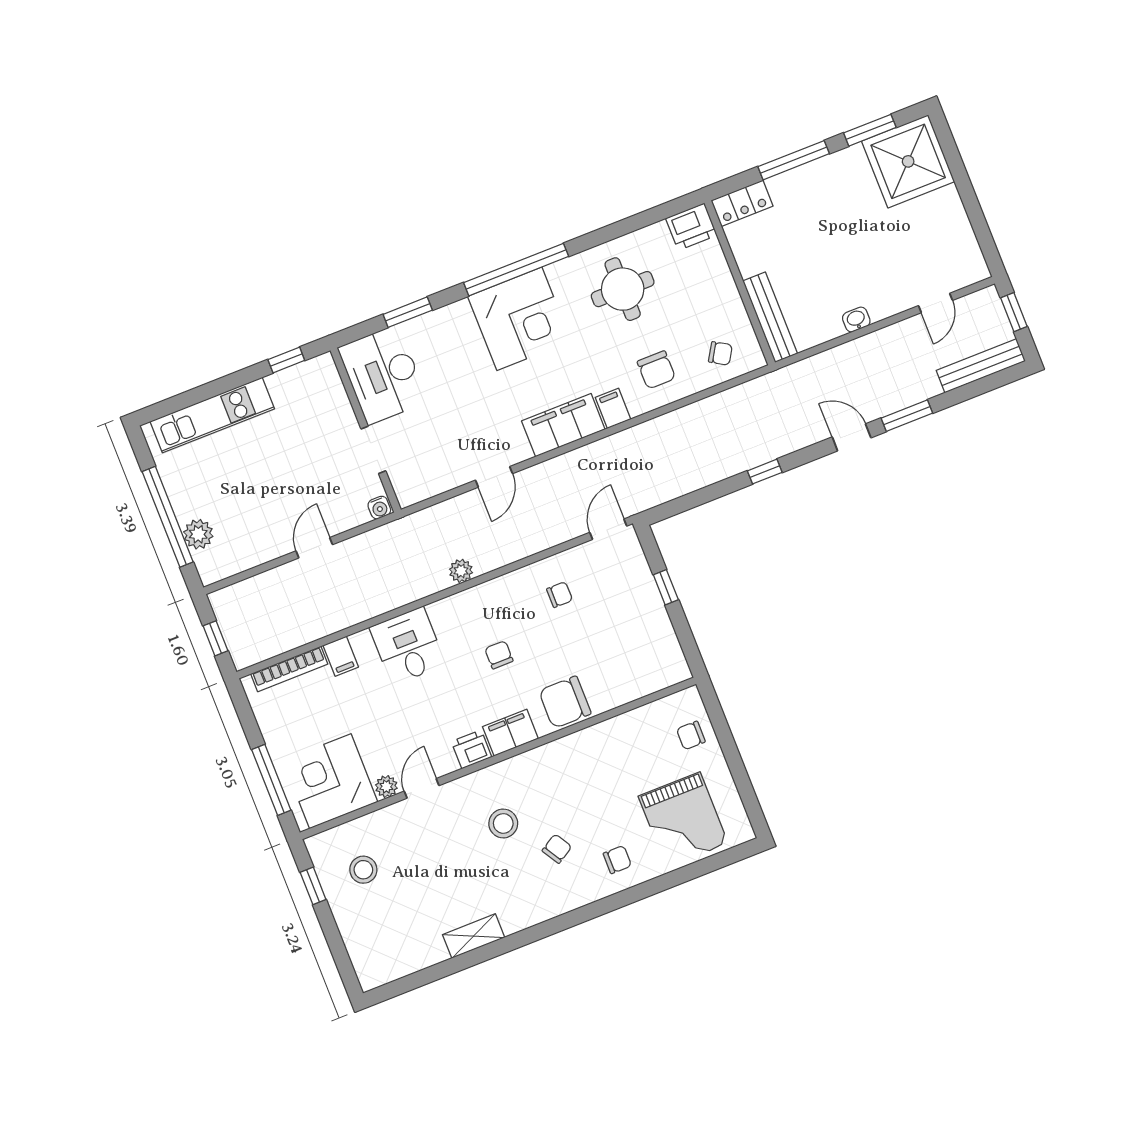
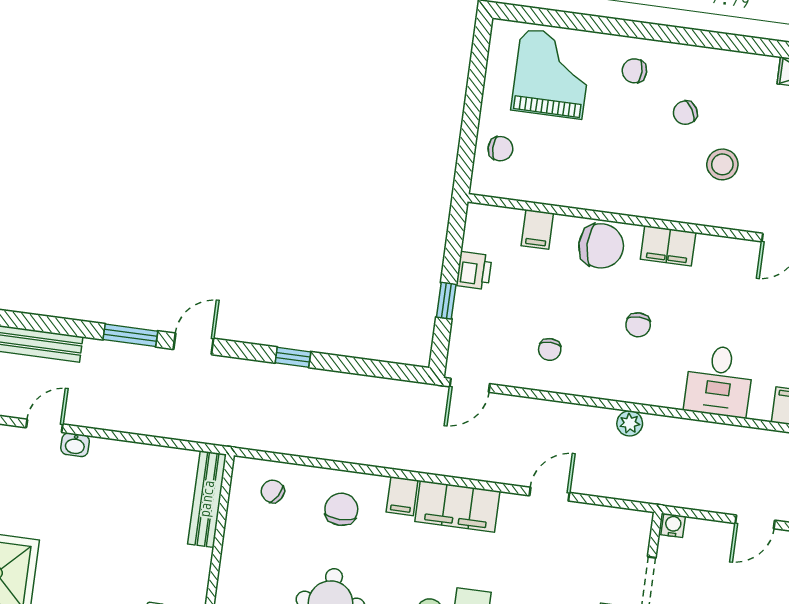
washbasin: (856, 320) -> (75, 445), moved
door: (852, 437) -> (194, 344), swing flipped
chair: (560, 595) -> (550, 349), turned -90
filing cabinet: (624, 687) -> (537, 229), added
printer: (471, 749) -> (474, 271), moved, turned -90

